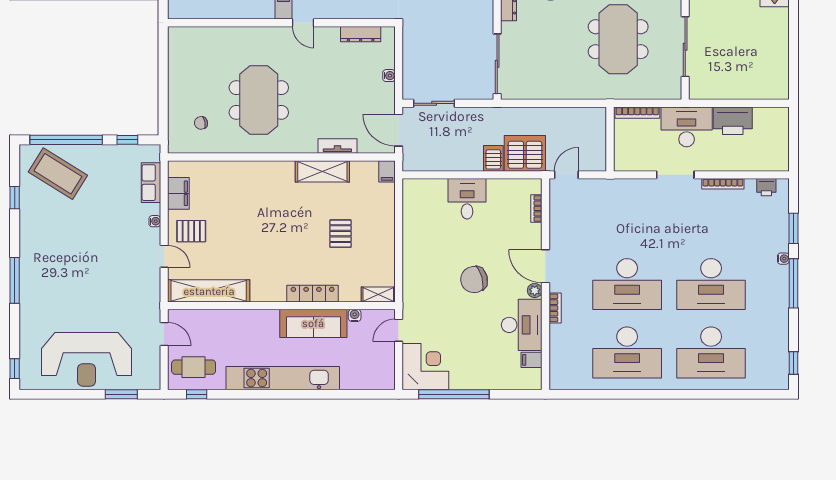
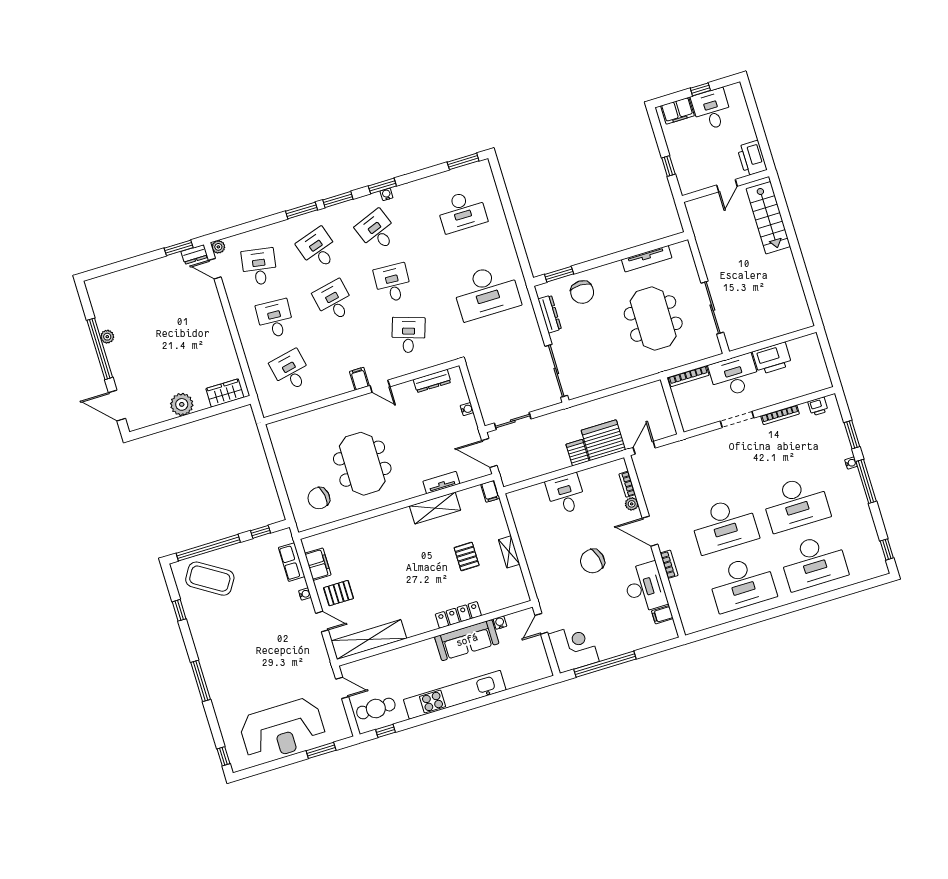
chair: (201, 123) -> (319, 498), width x1.87, depth x1.87
plant: (535, 290) -> (632, 504), moved
shelving: (378, 294) -> (509, 552), moved, turned 90

